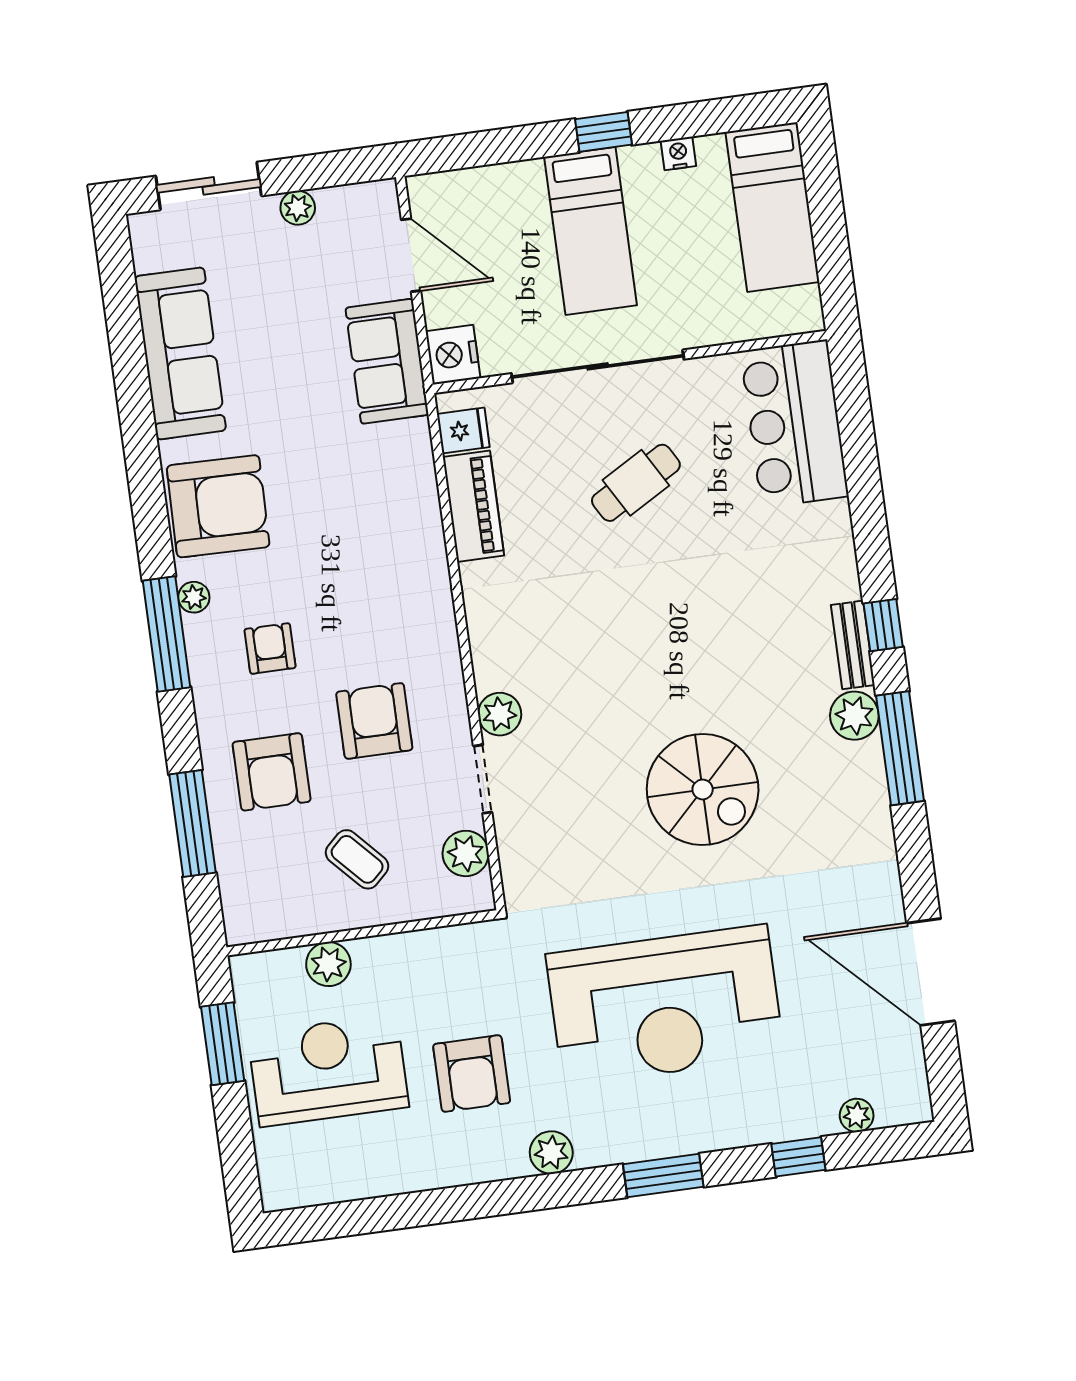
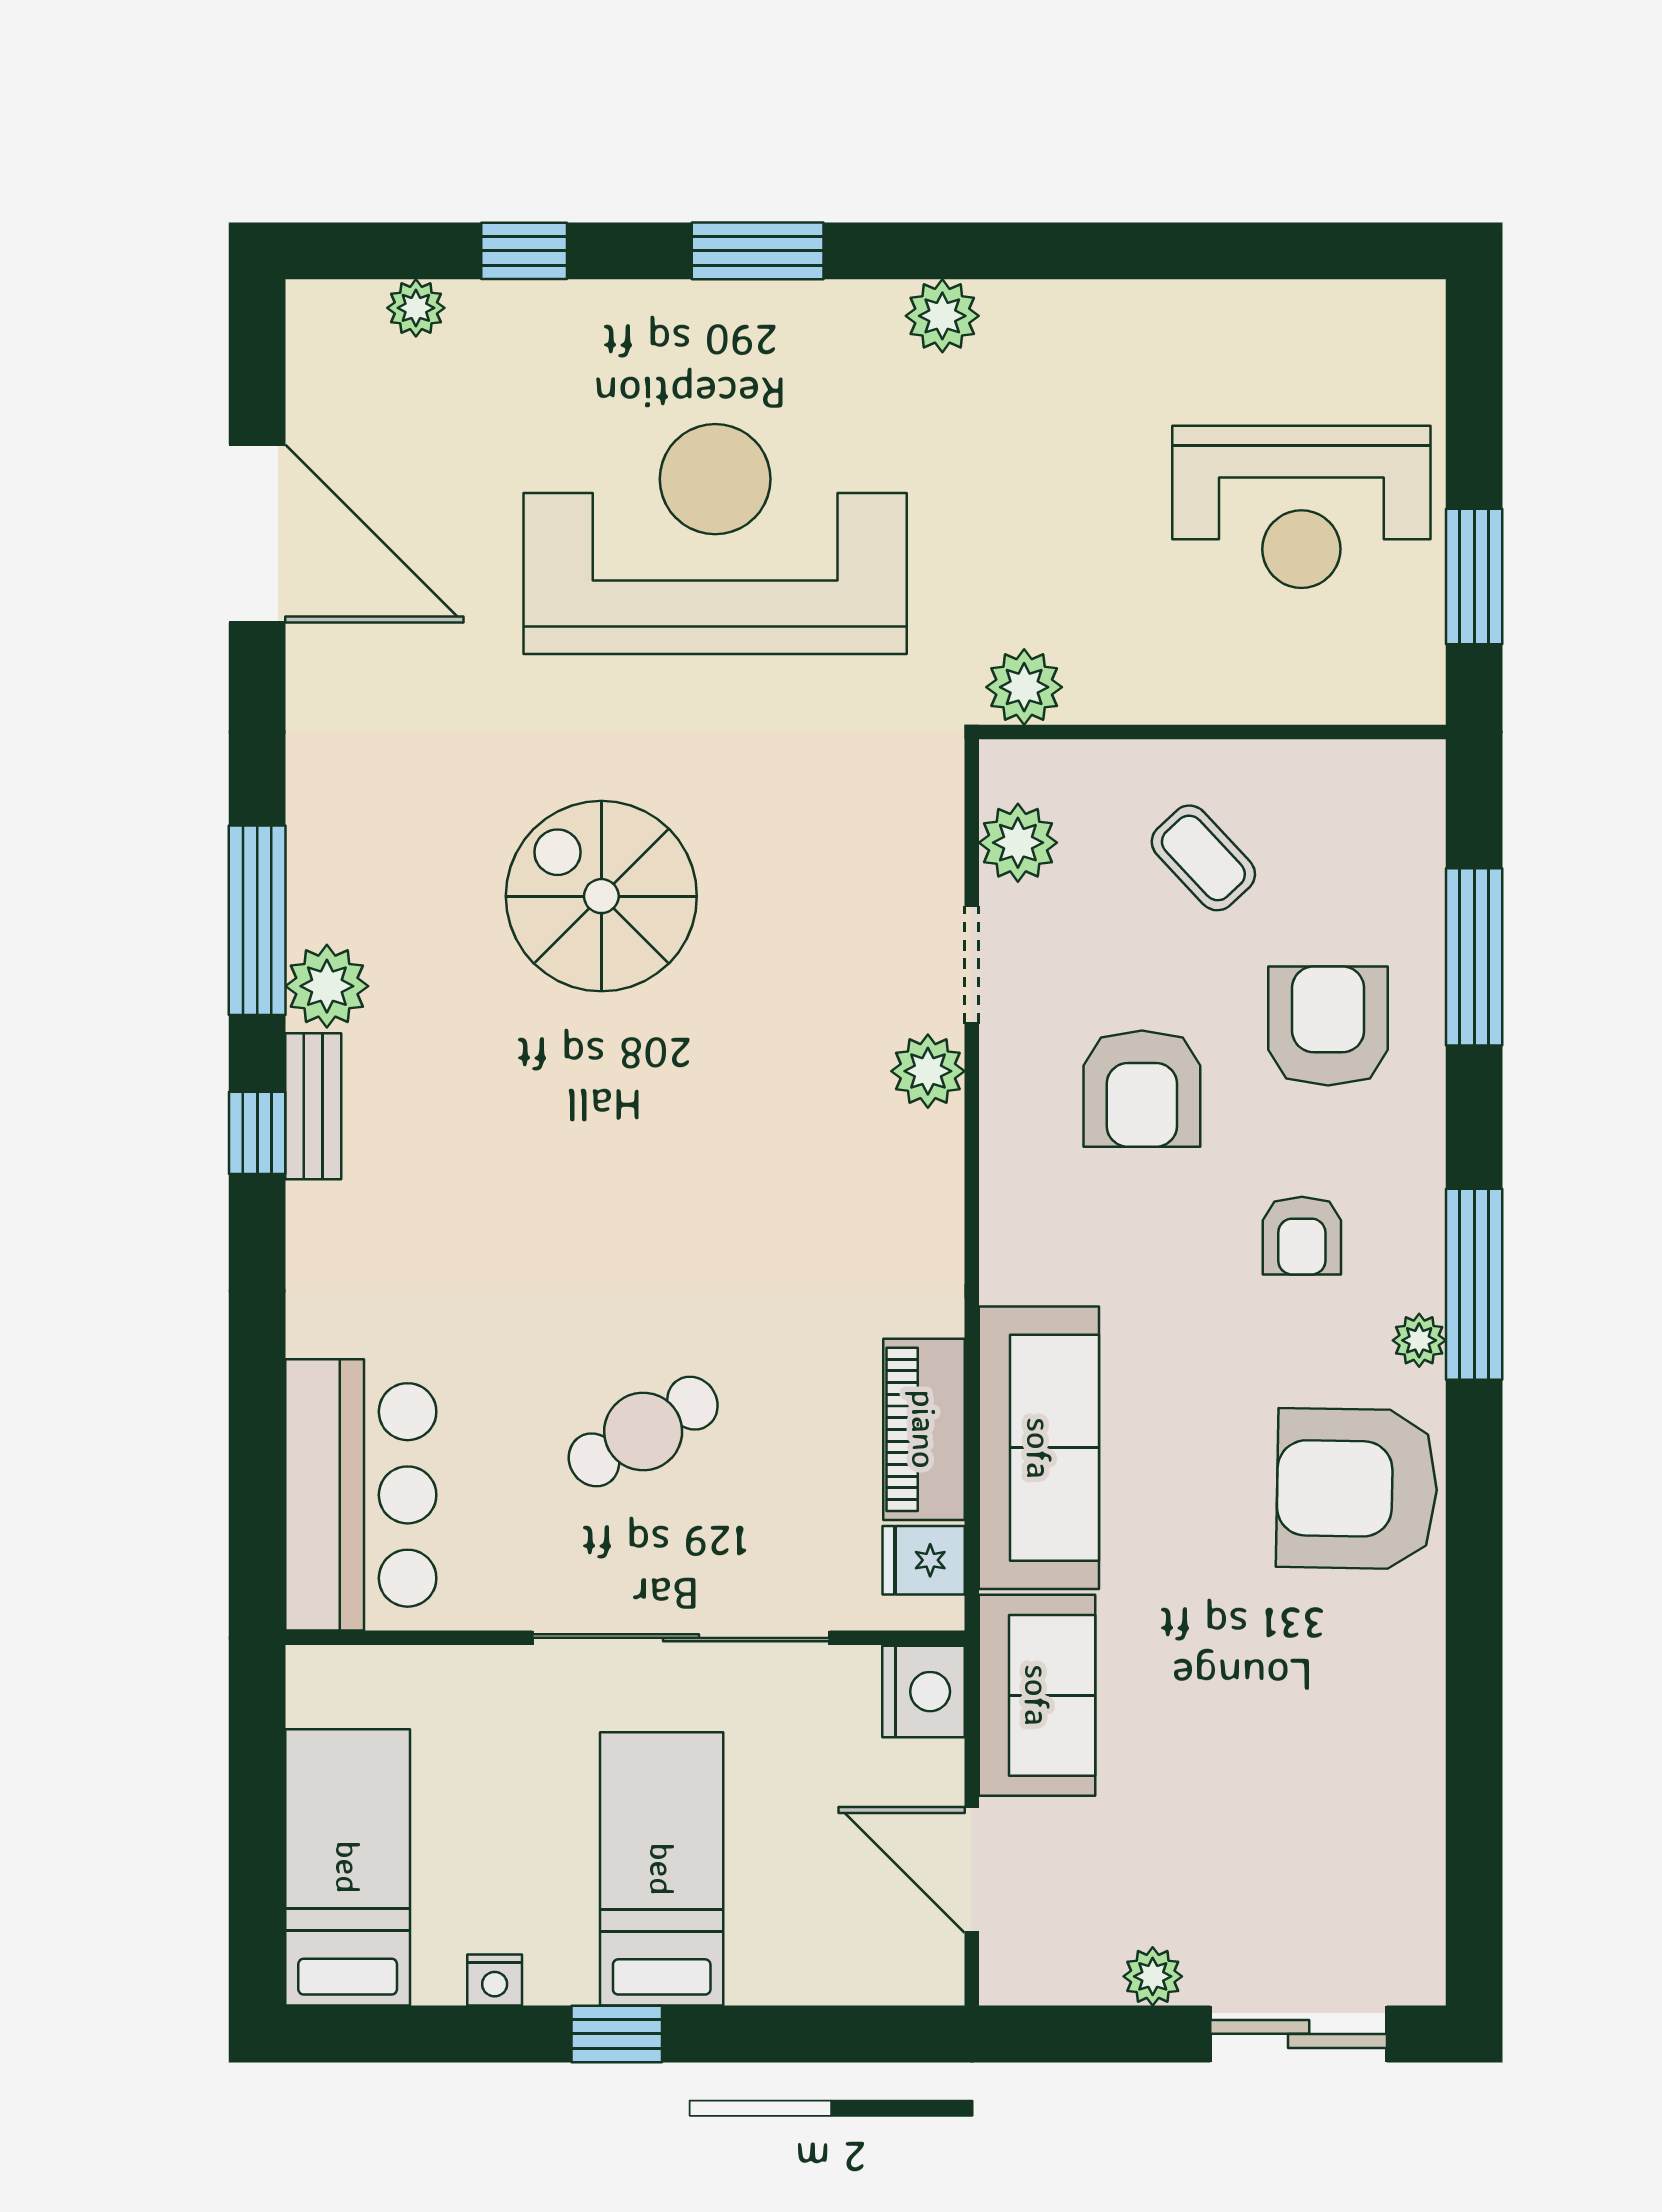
sofa: (180, 353) -> (1039, 1448), moved, turned 180
plant: (328, 964) -> (1024, 687), moved
armchair: (472, 1074) -> (1059, 468), removed

